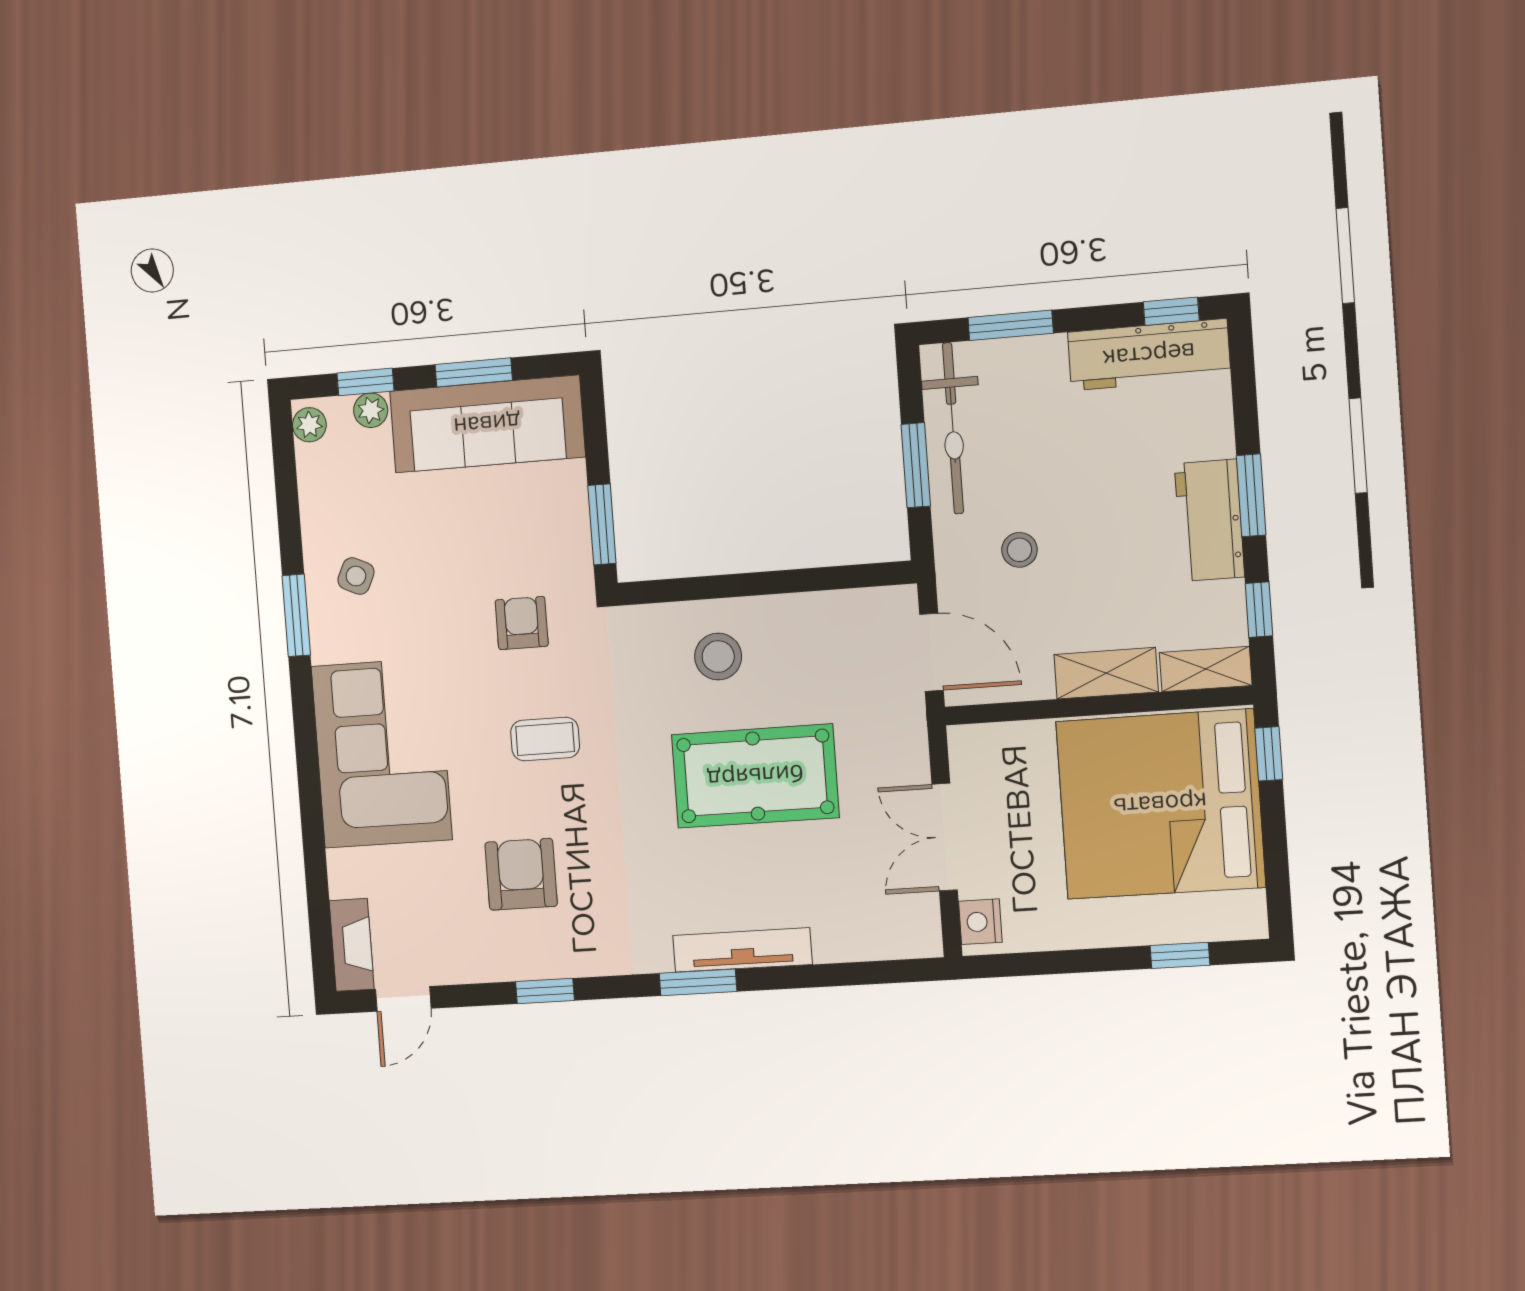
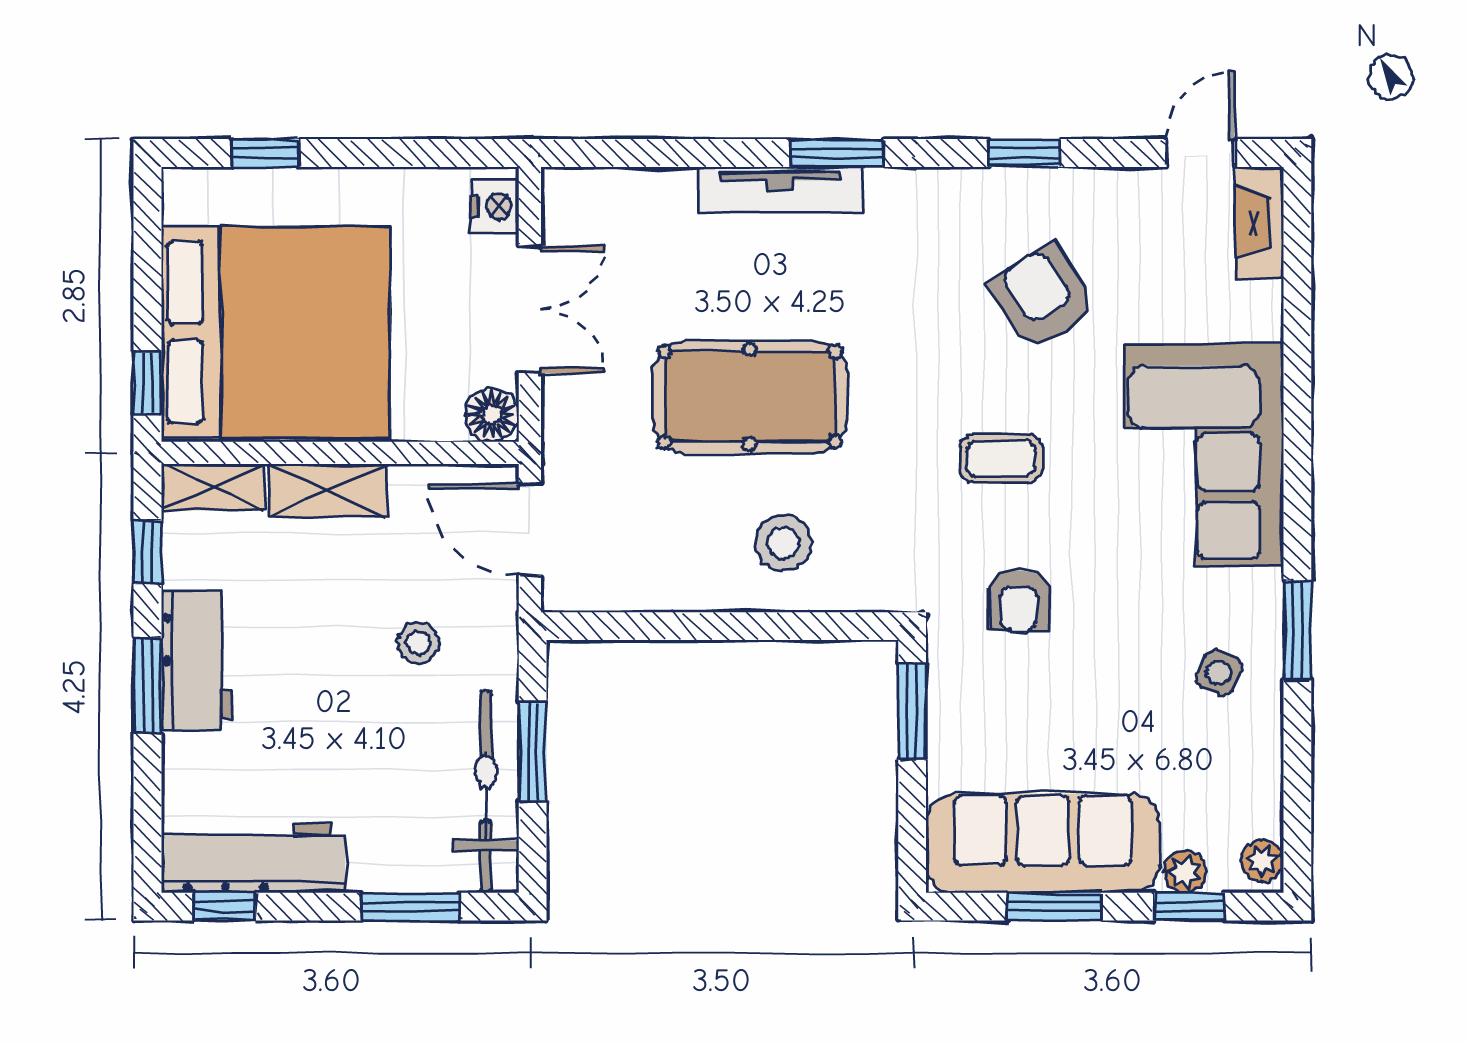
floor lamp: (970, 747) -> (492, 415), added
armchair: (521, 874) -> (1043, 296), turned 146

